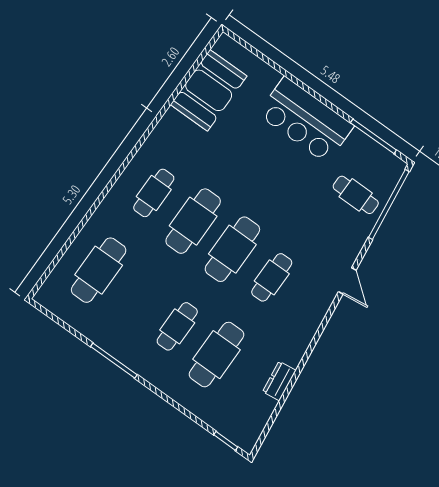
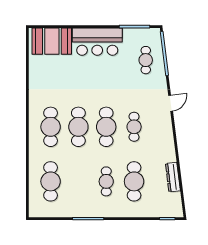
booth: (209, 90) -> (52, 41), moved, turned 90
cafe table: (154, 193) -> (51, 127), width x1.37, depth x1.35
cafe table: (356, 195) -> (146, 60), turned 90
door: (347, 281) -> (171, 103), hinge flipped
dresser: (279, 381) -> (173, 177), width x1.44

